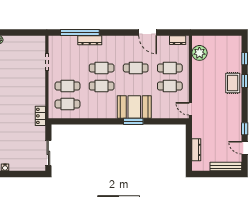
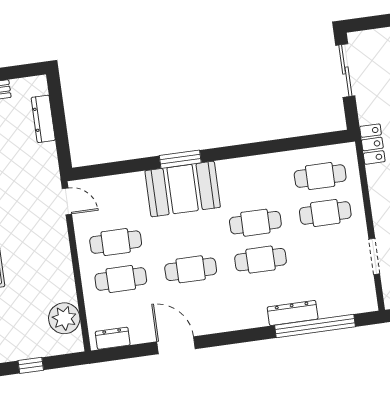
window: (219, 33) -> (31, 365), added

